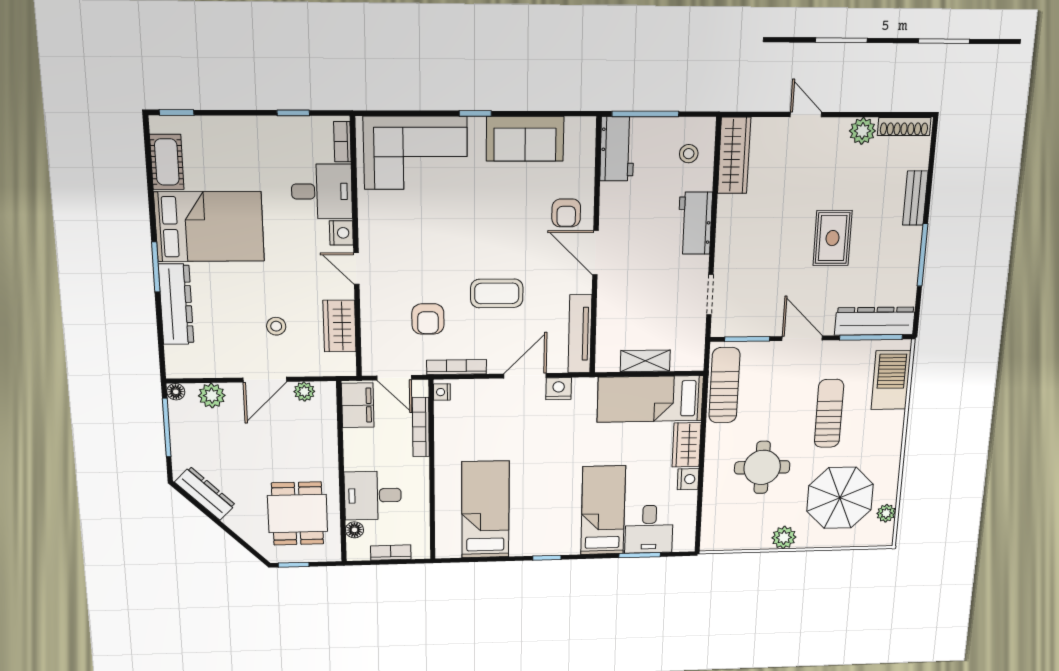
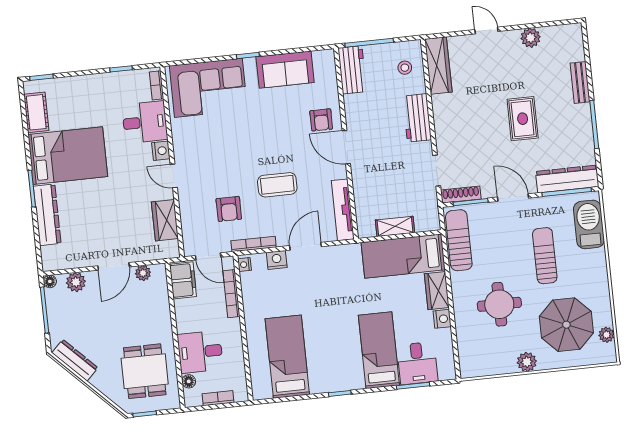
shoe rack: (904, 127) -> (461, 194), moved, turned 180
stool: (276, 326) -> (119, 225), removed
nightstand: (559, 389) -> (277, 260), moved

